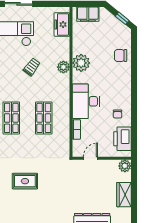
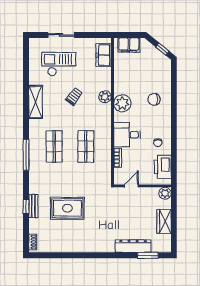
chair: (121, 55) -> (154, 99), moved
plant: (81, 63) -> (122, 103), moved
desk: (86, 101) -> (127, 135), width x0.73
rug: (25, 181) -> (67, 208), width x1.36, depth x1.43

